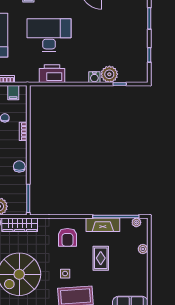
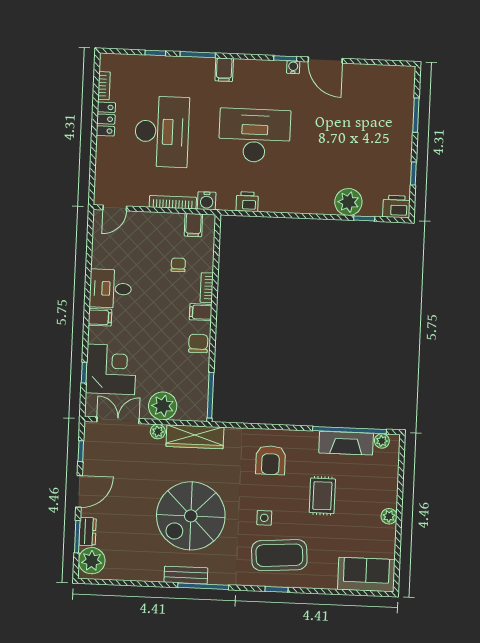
printer: (52, 74) -> (247, 202), width x0.53, depth x0.68
printer: (139, 76) -> (396, 207), added
water cooler: (94, 77) -> (207, 201), moved
filing cabinet: (20, 147) -> (201, 312), added
fireplace: (103, 225) -> (346, 443), moved
plant: (143, 249) -> (389, 516), moved

